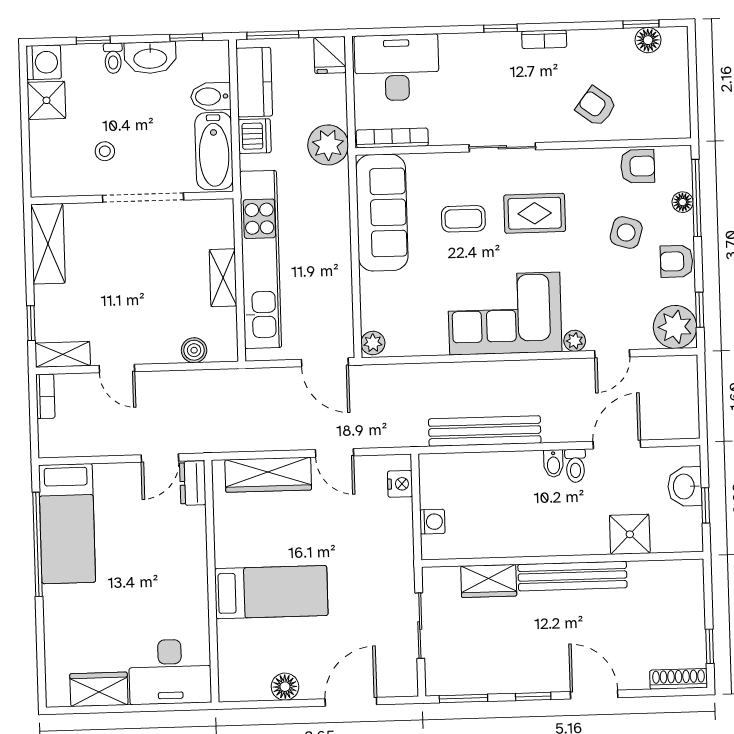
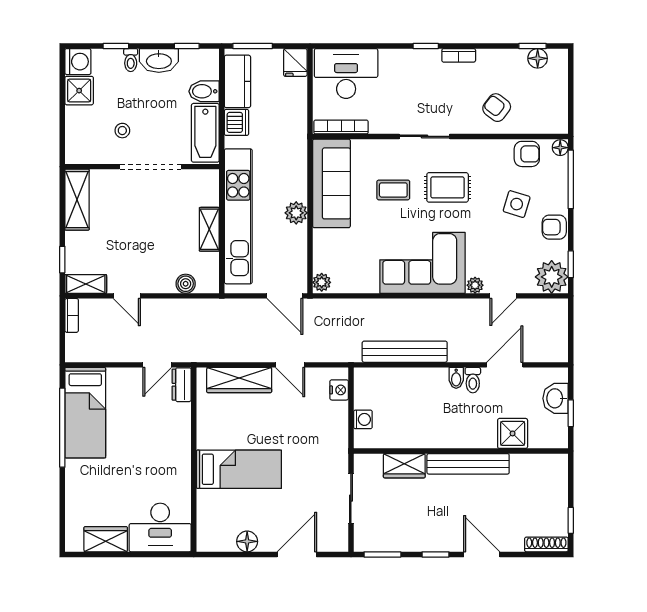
plant: (328, 145) -> (296, 213), moved, width x0.73, depth x0.73
floor lamp: (683, 202) -> (560, 148), moved

